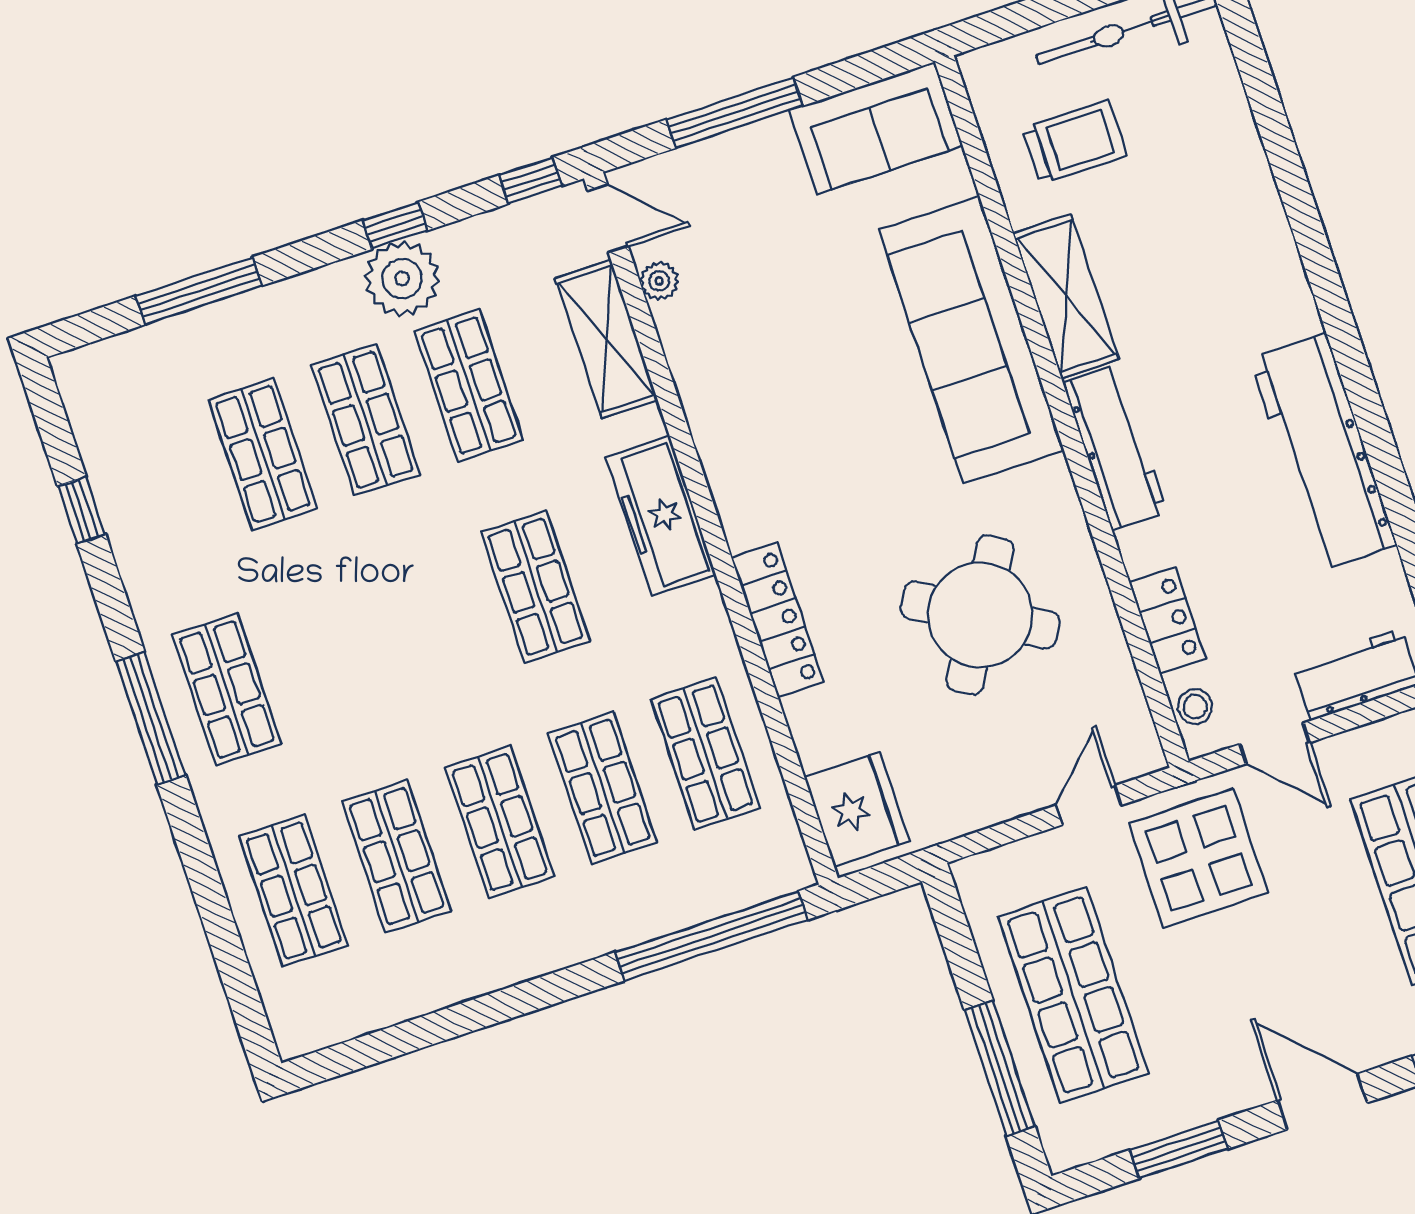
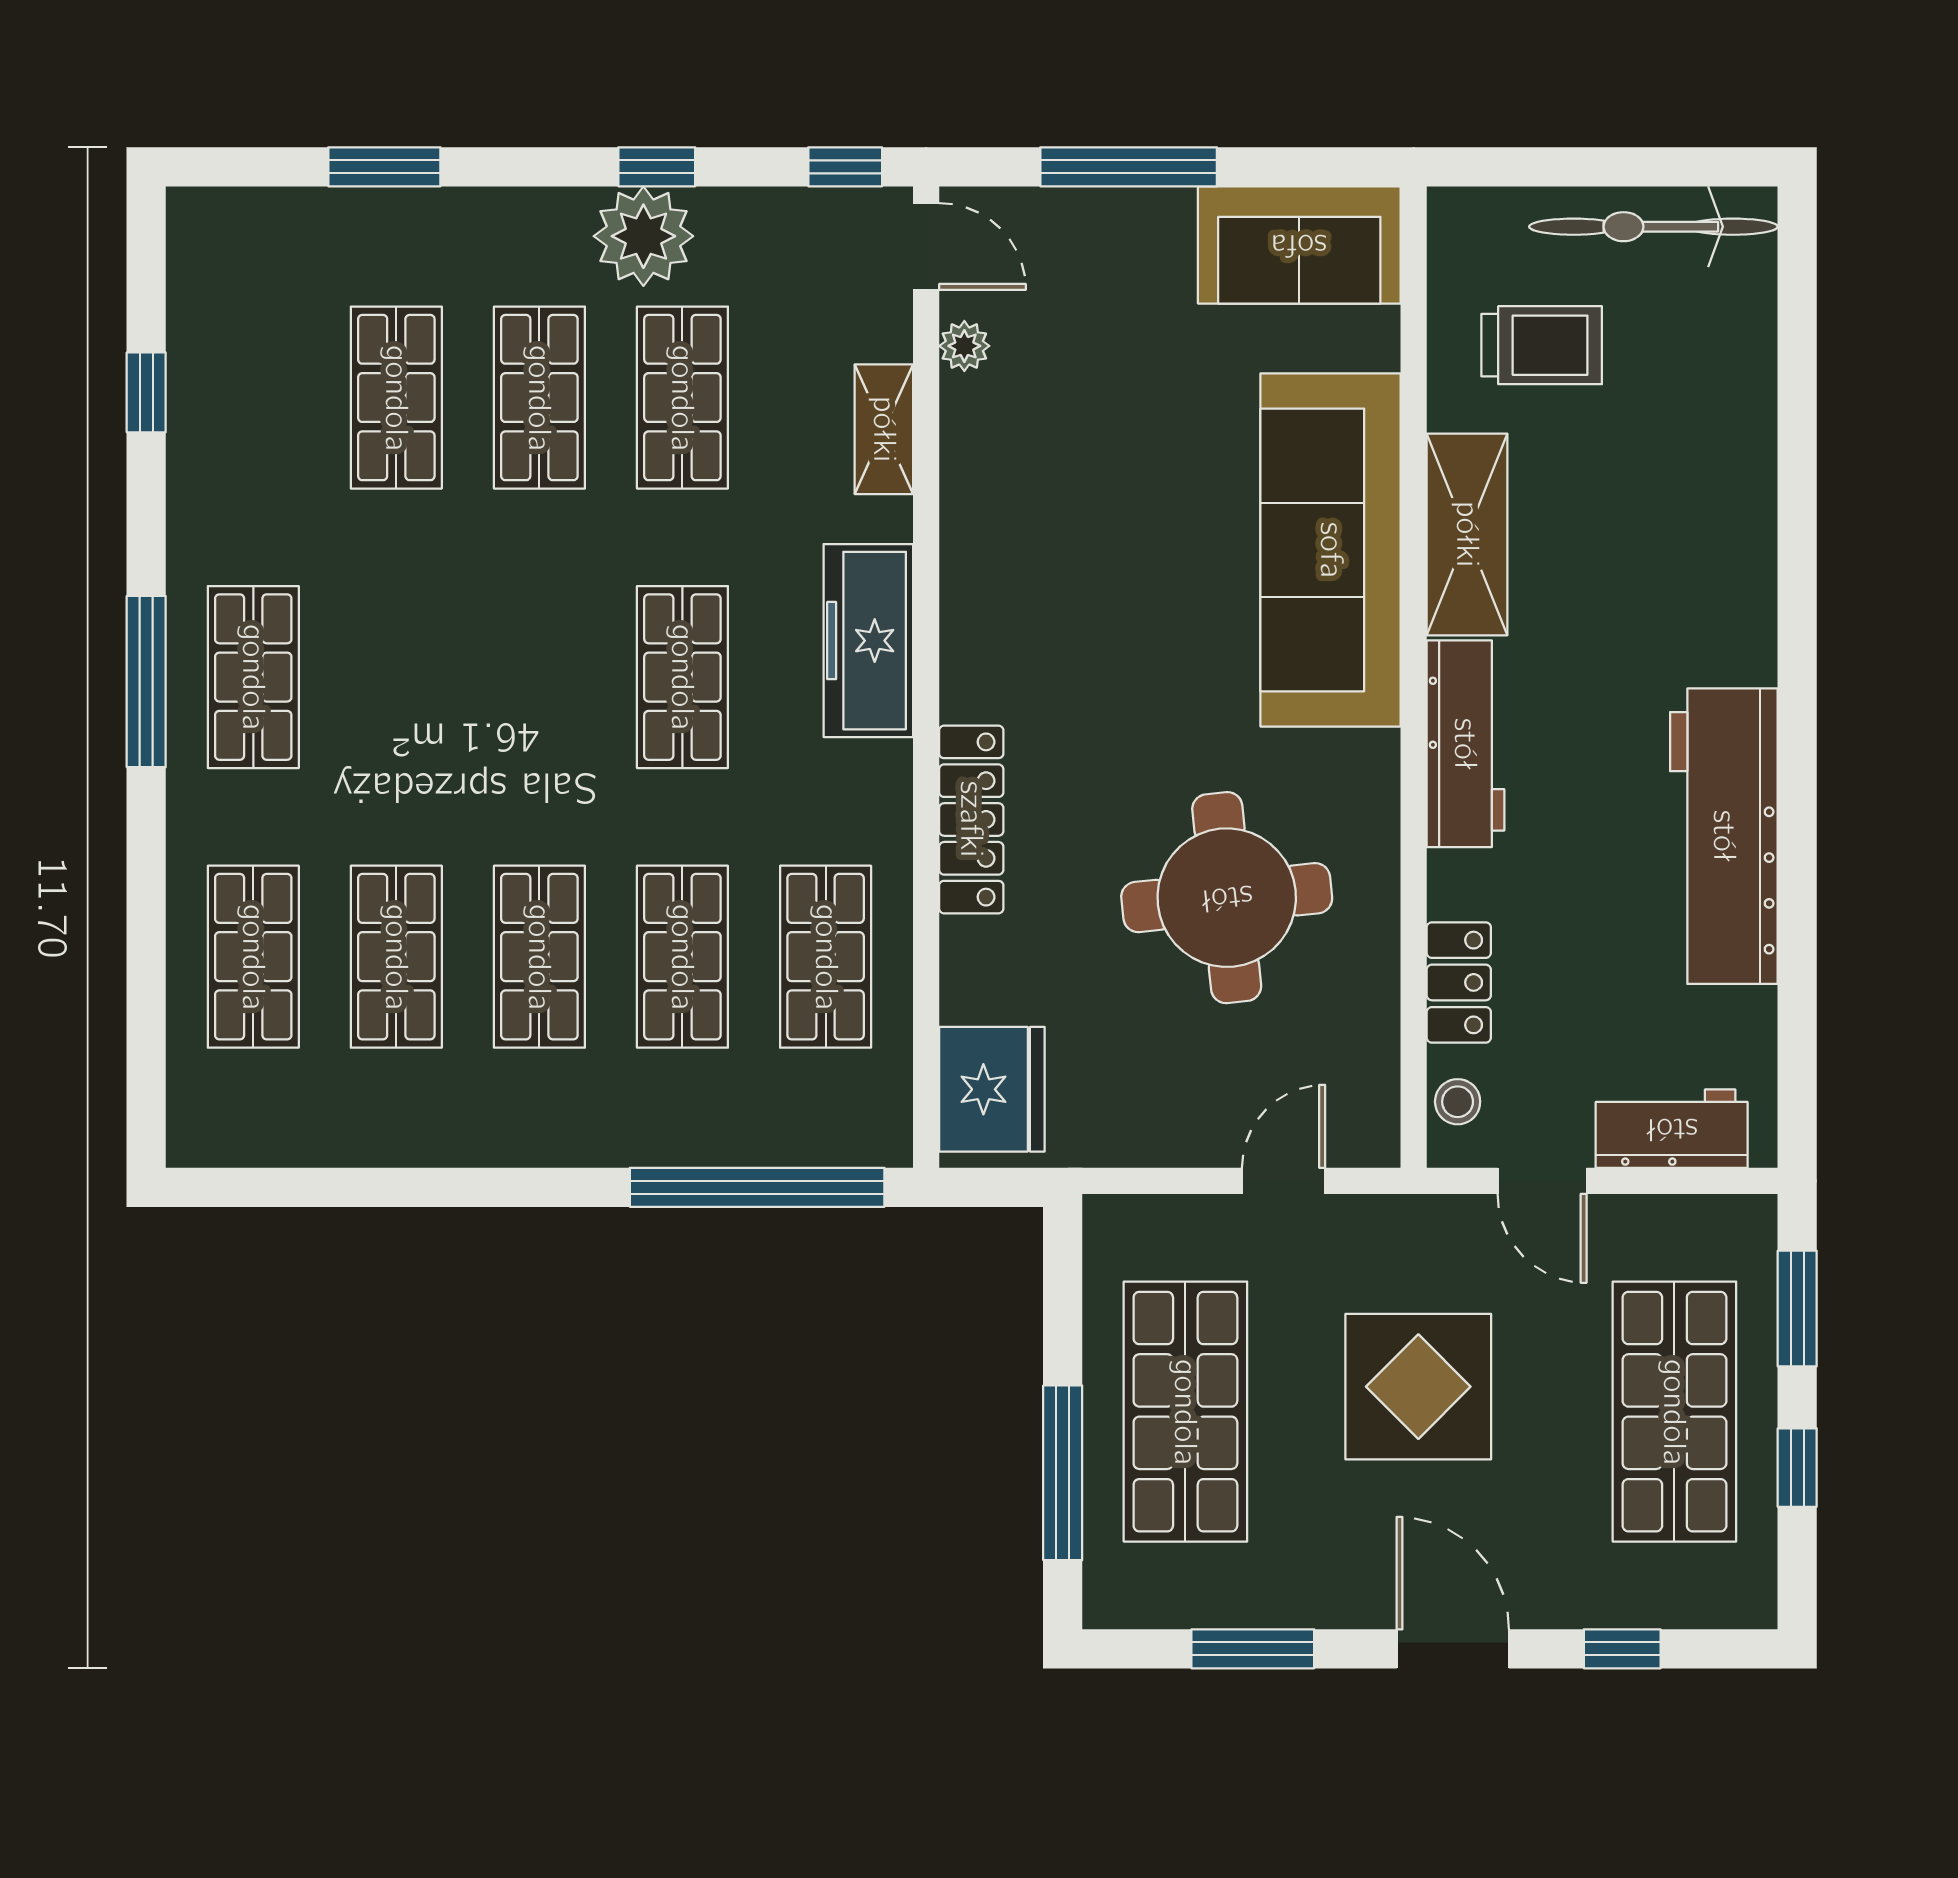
window: (199, 291) -> (384, 167), width x0.69
shelving: (606, 339) -> (884, 429), width x0.67, depth x0.75
round table: (980, 615) -> (1227, 898), turned -37
display table: (1198, 858) -> (1418, 1387), moved

